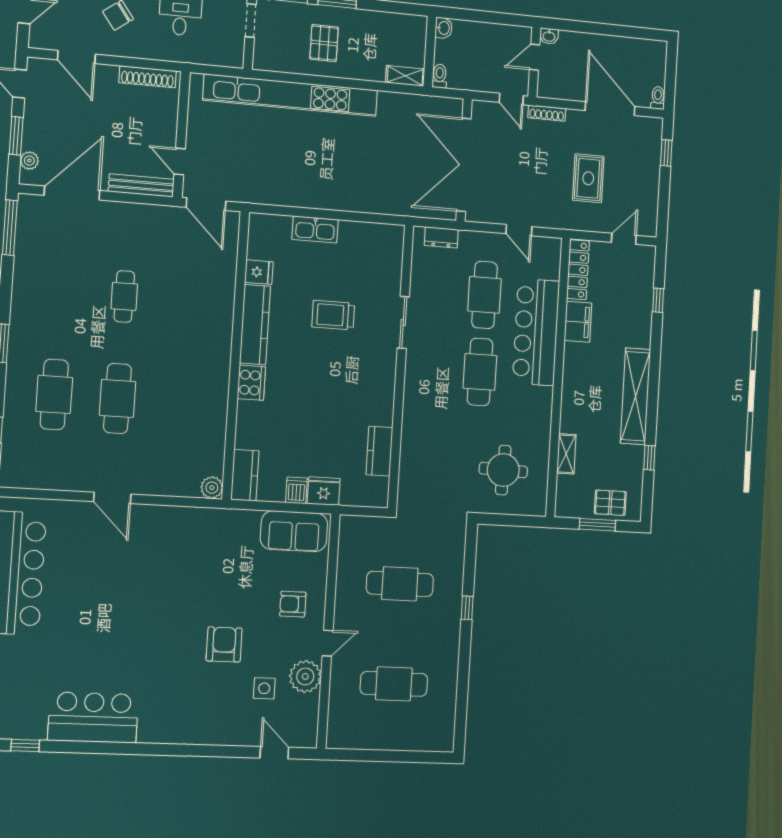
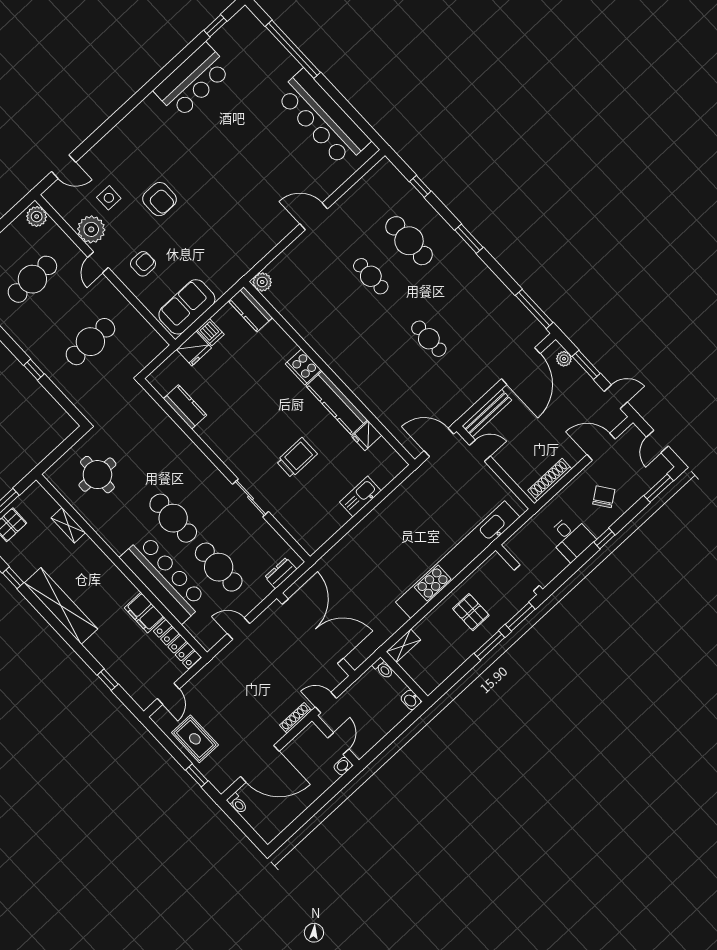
rug: (588, 178) -> (195, 739), moved
cafe table: (118, 398) -> (371, 276), width x0.73, depth x0.74
plant: (338, 733) -> (37, 217), added

